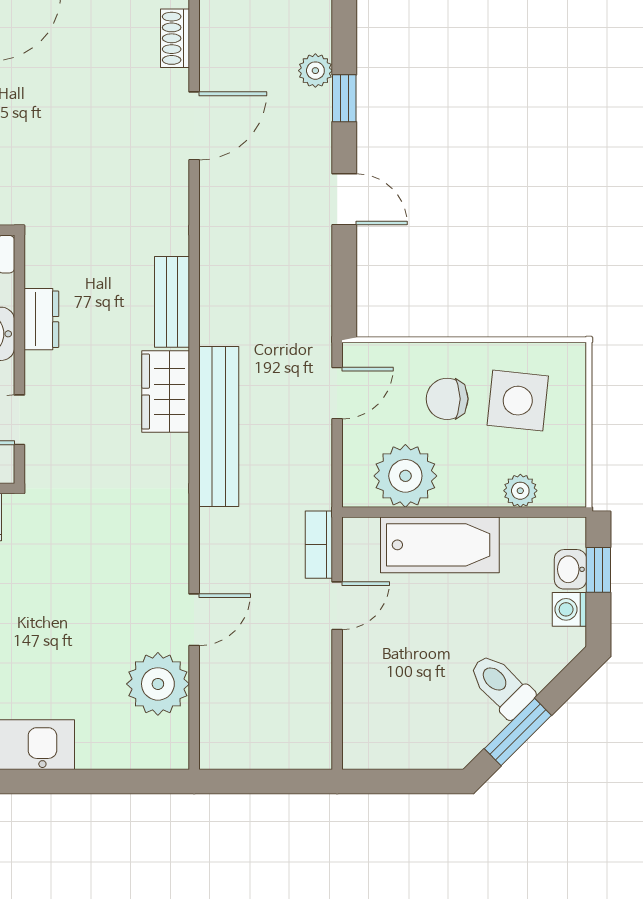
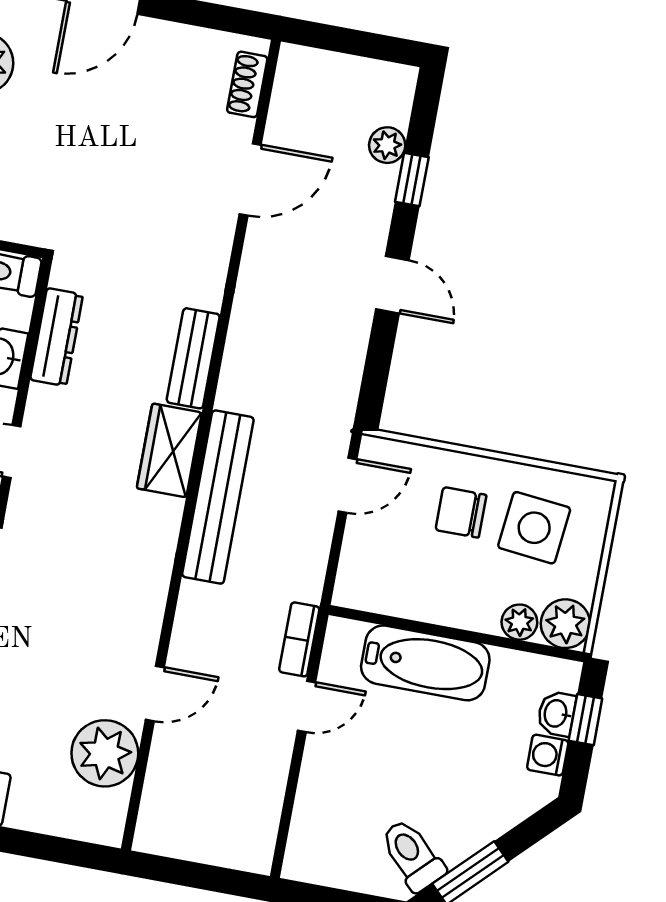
dresser: (41, 319) -> (57, 337), width x1.44
plant: (405, 476) -> (565, 624), moved, width x0.73, depth x0.73
toilet: (501, 685) -> (412, 855), moved

